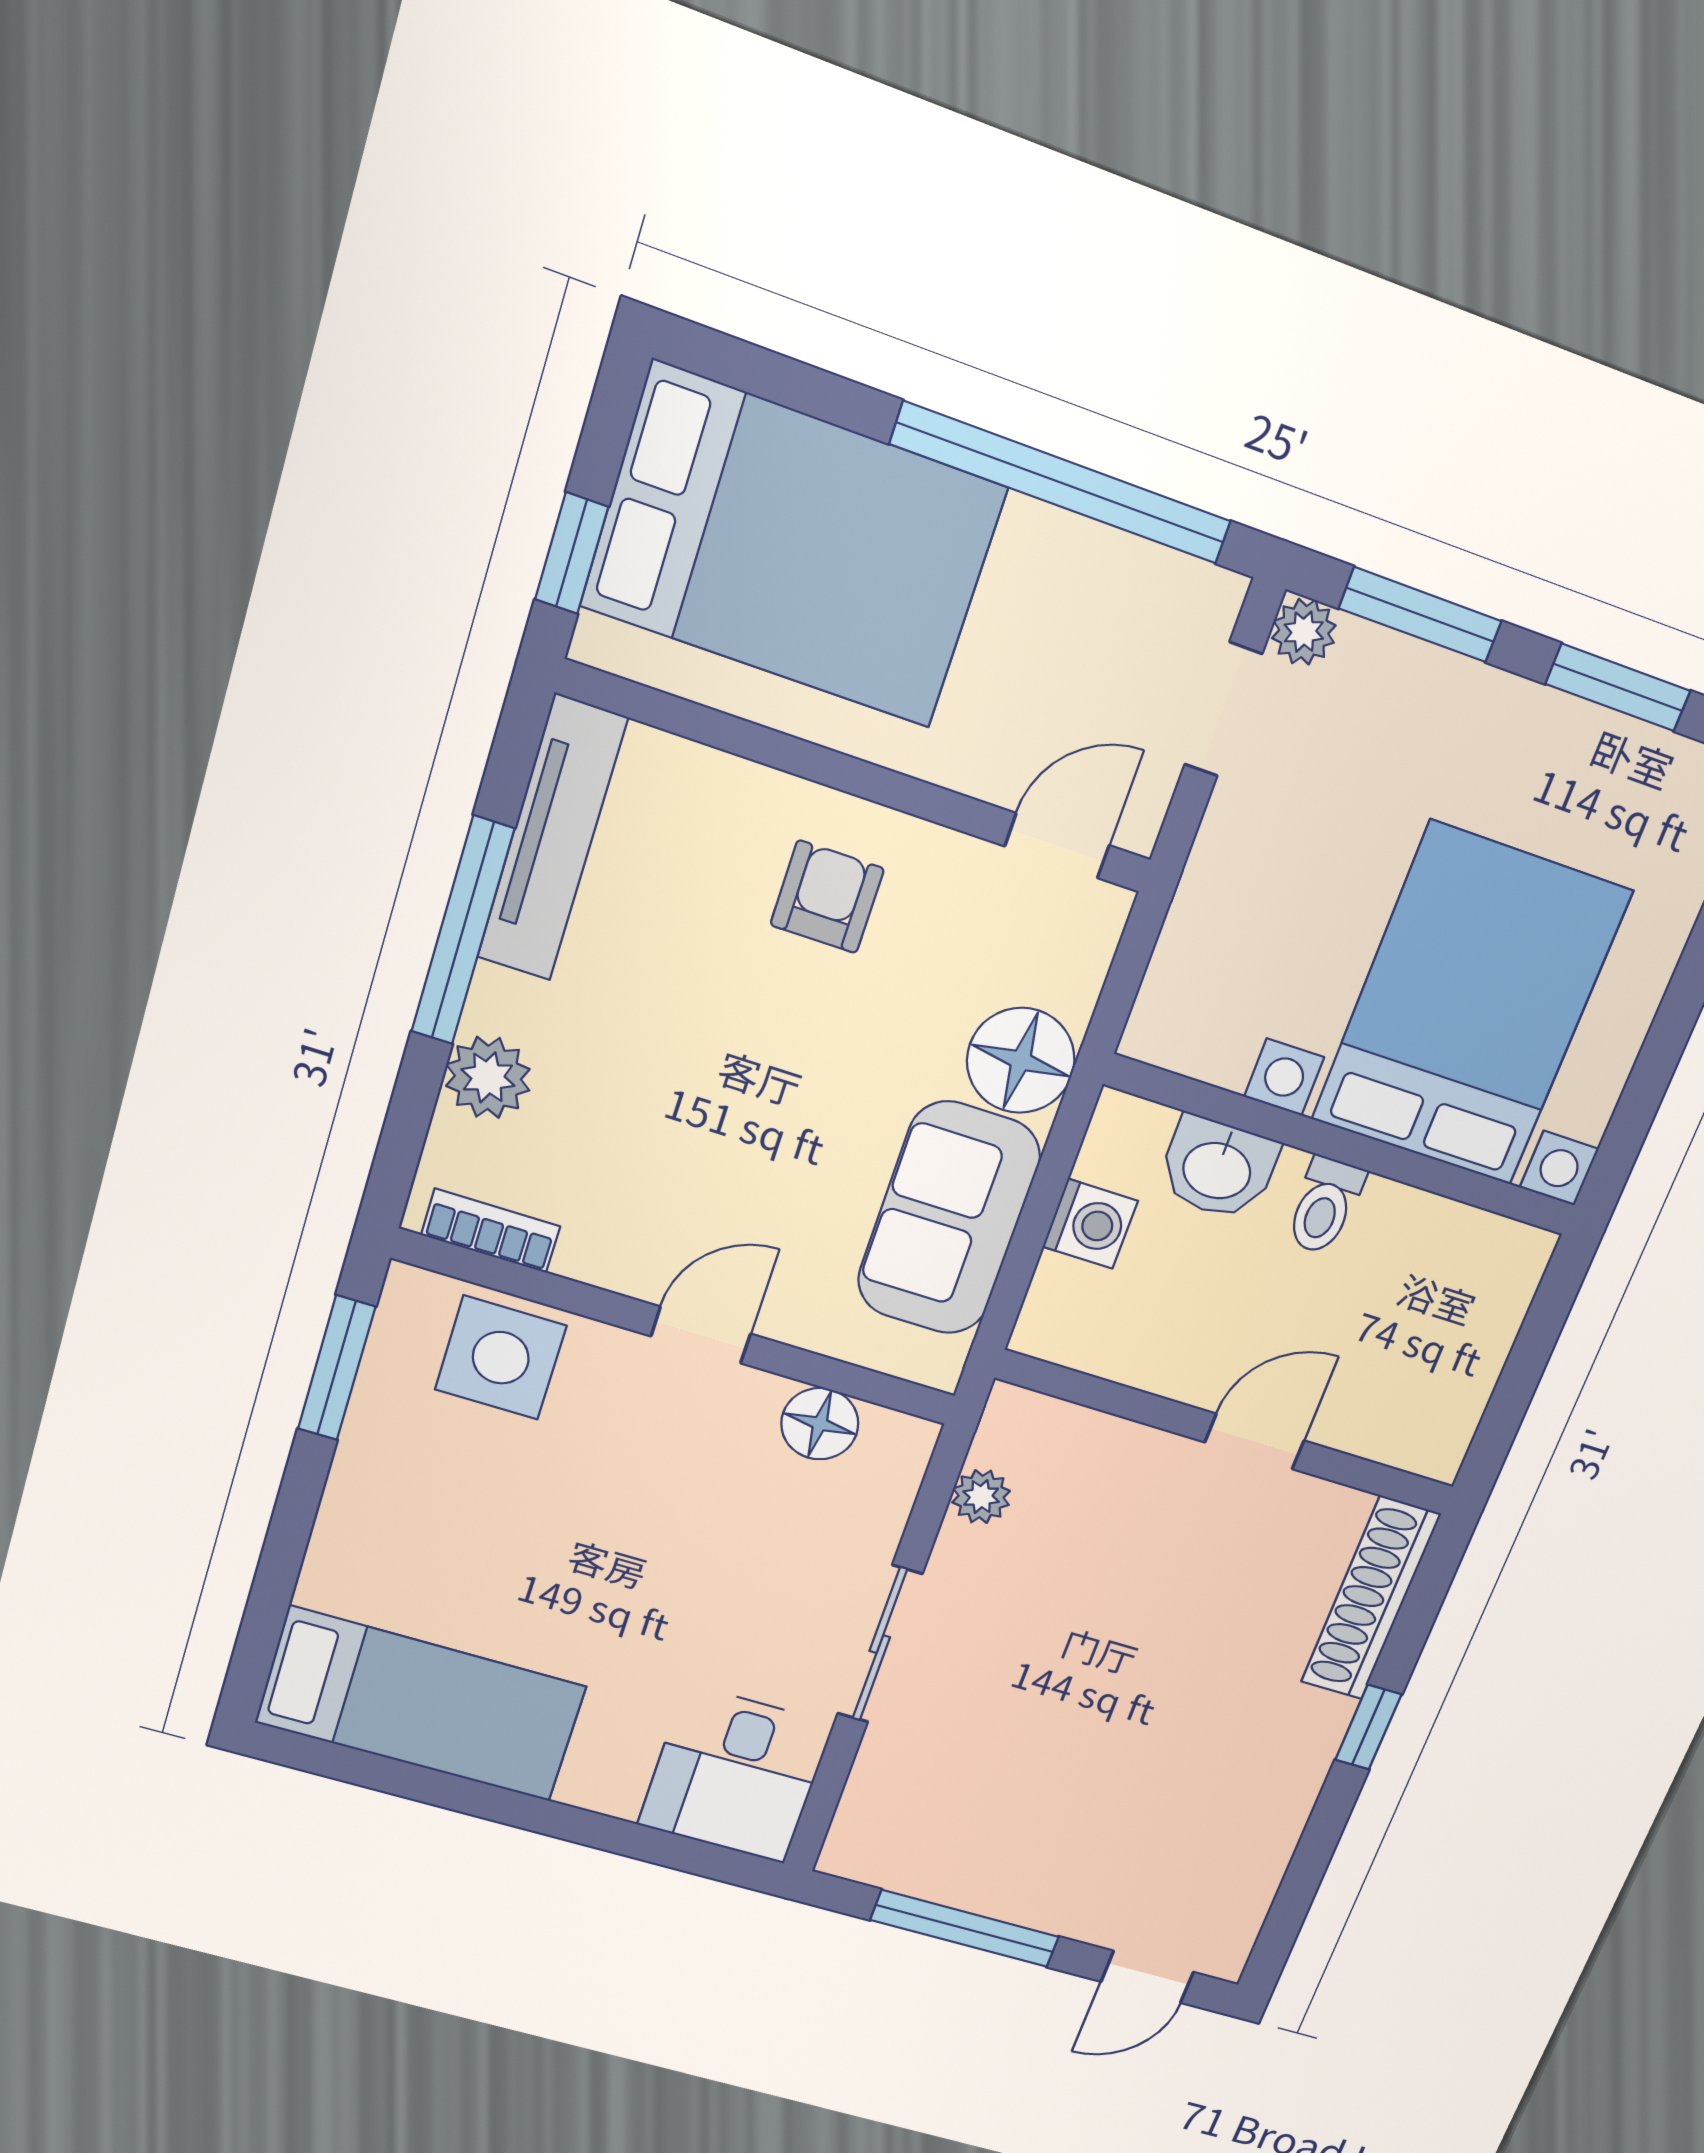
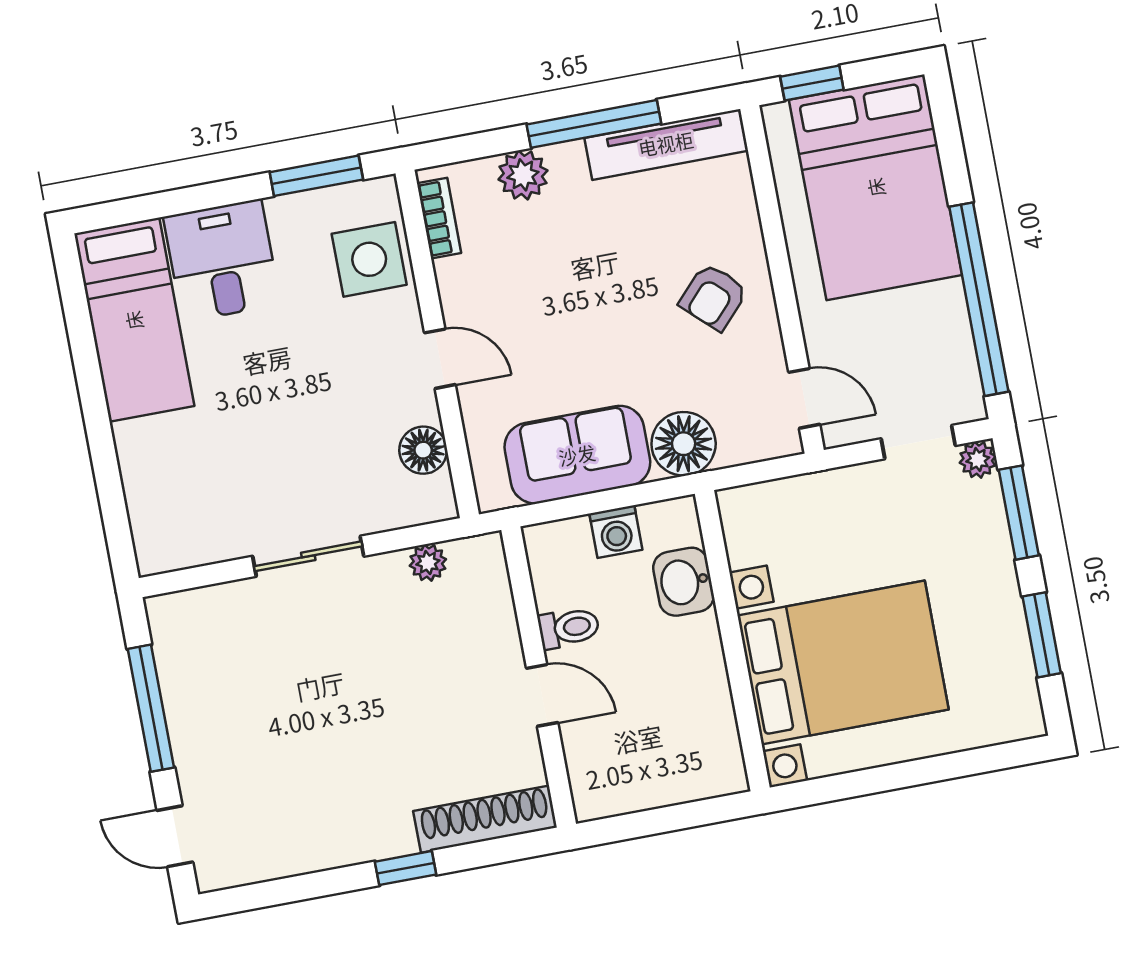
armchair: (827, 897) -> (713, 297), turned 133
toilet: (1325, 1206) -> (569, 628), moved, turned 180
desk: (735, 1774) -> (222, 261), moved, turned 90

